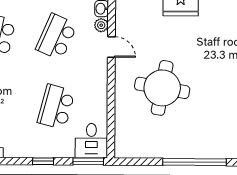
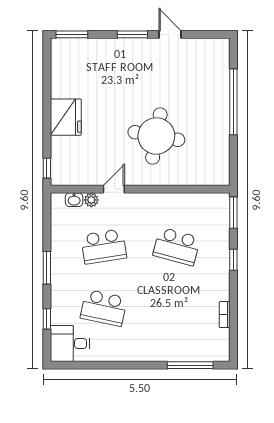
school desk: (56, 37) -> (104, 246), turned -33
desk: (91, 141) -> (212, 209), removed

